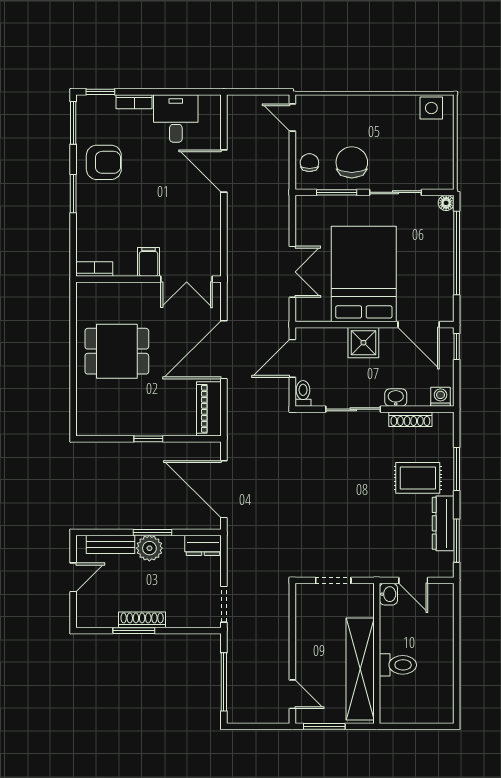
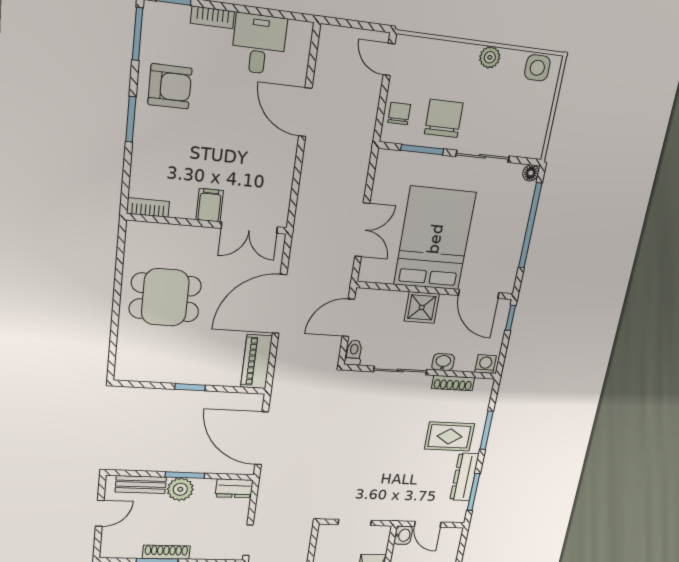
plant: (384, 104) -> (490, 57), added

